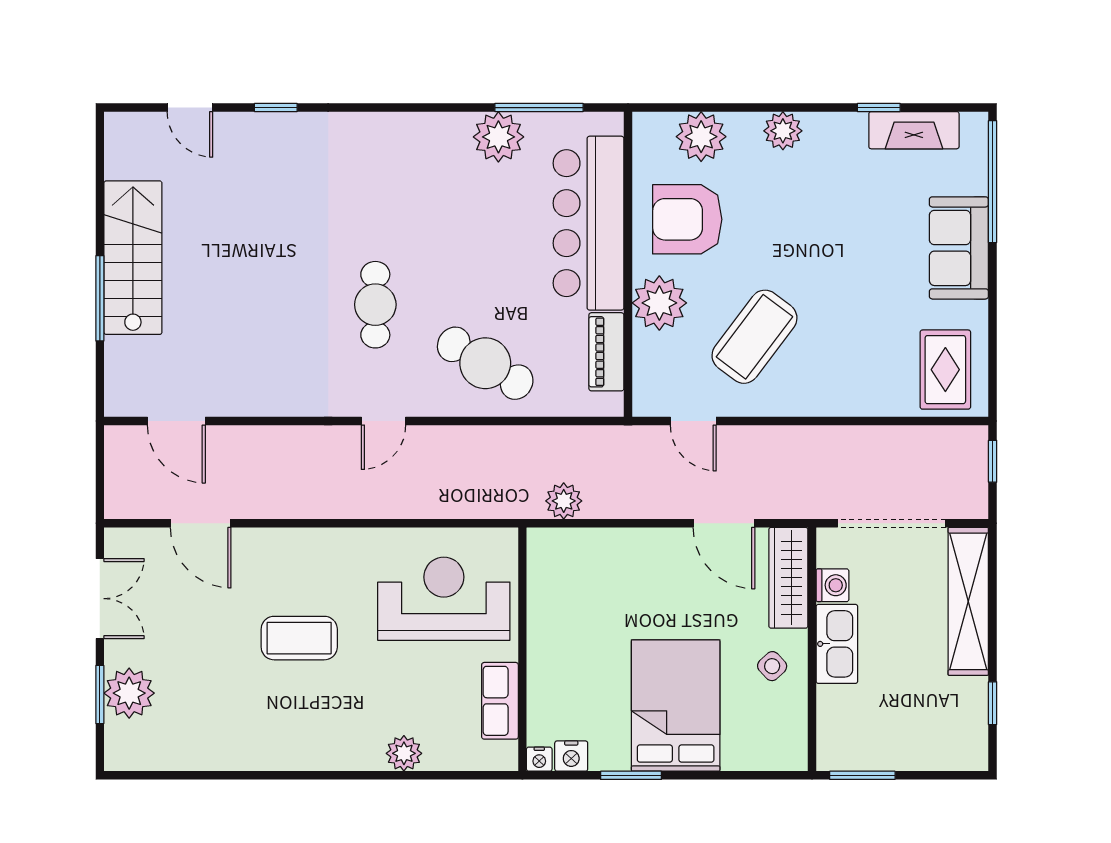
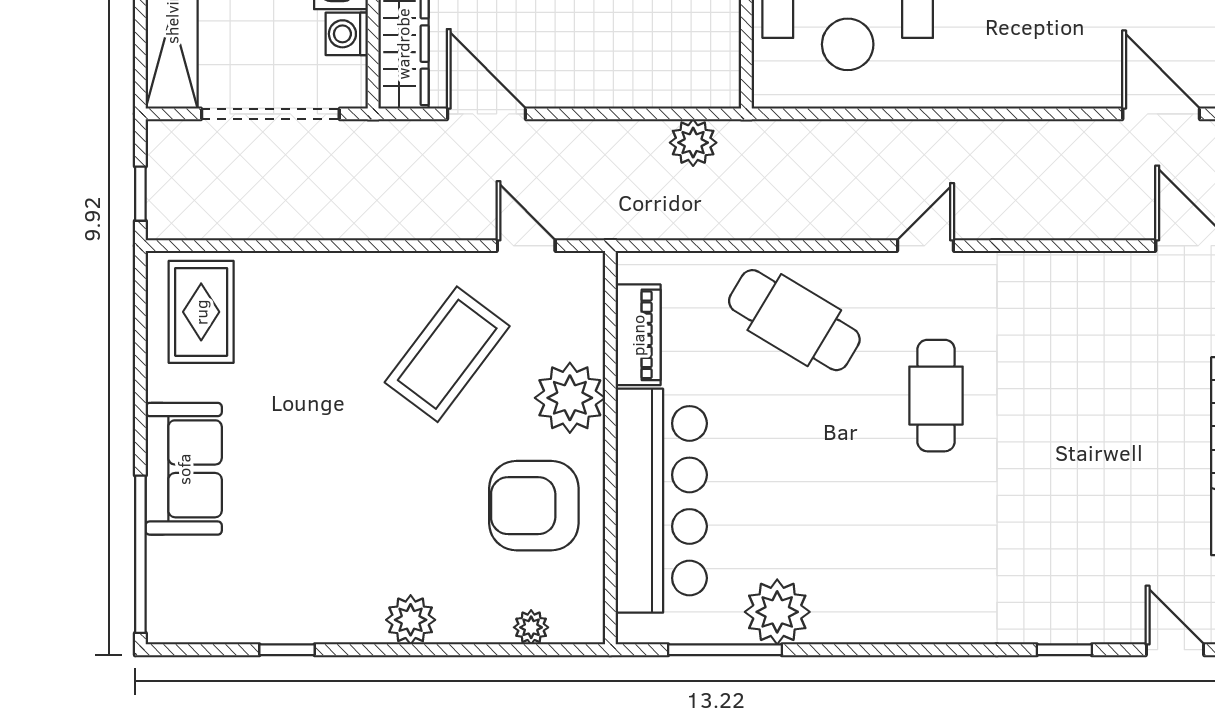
fireplace: (914, 130) -> (242, 621), removed
plant: (701, 137) -> (531, 627), width x0.53, depth x0.53
armchair: (687, 219) -> (534, 506), turned 180

